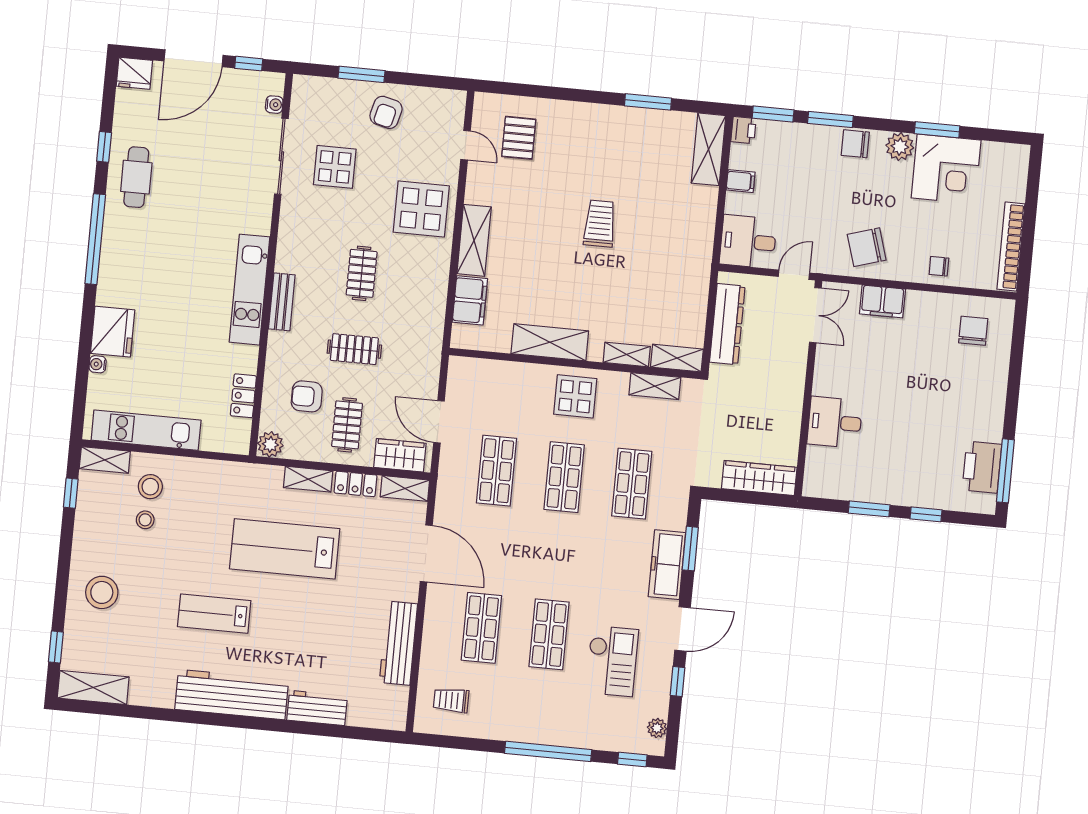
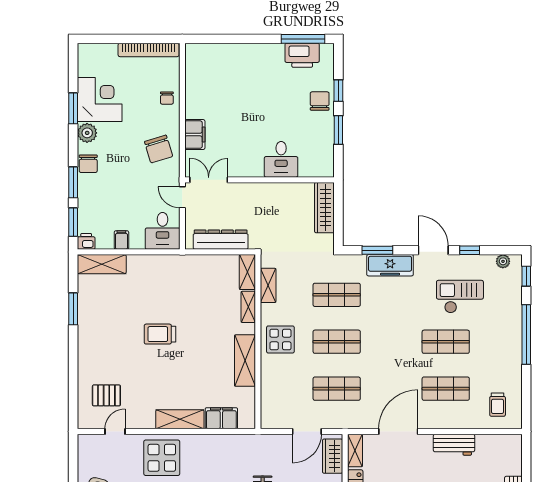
chair: (973, 331) -> (320, 101), moved, turned 90
workbench: (398, 643) -> (454, 445), width x0.73

